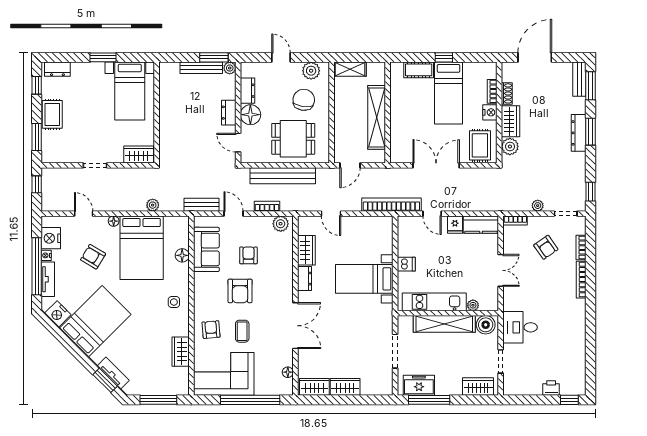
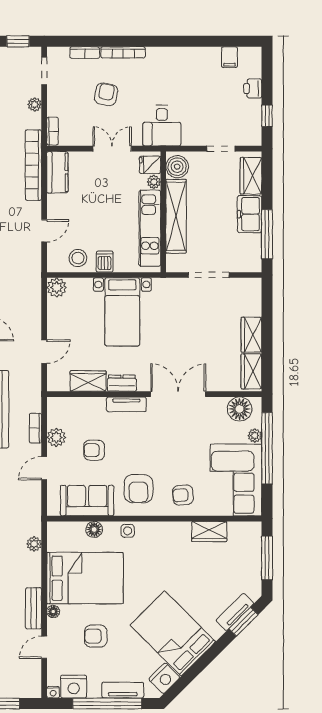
plant: (153, 205) -> (34, 544), moved
bench: (202, 205) -> (34, 608), moved
bookcase: (391, 205) -> (33, 165), moved
plant: (281, 224) -> (56, 437), moved
plant: (385, 224) -> (57, 287), added
fridge: (455, 225) -> (150, 165), moved, turned 180
stool: (409, 242) -> (78, 258), added
armchair: (546, 247) -> (106, 94), moved, turned -44
nightstand: (46, 255) -> (53, 692), moved
armchair: (93, 257) -> (96, 636), turned 59
tv unit: (287, 282) -> (126, 404), added
armchair: (240, 291) -> (138, 489), moved, turned 90
side table: (174, 302) -> (128, 531), moved
desk: (520, 327) -> (162, 126), moved
coffee table: (242, 331) -> (185, 458), removed
filing cabinet: (577, 369) -> (229, 57), added
floor lamp: (288, 372) -> (240, 409), width x1.89, depth x1.89
freezer: (419, 385) -> (250, 214), moved
plant: (261, 390) -> (255, 436), added
window: (569, 400) -> (267, 116), moved

